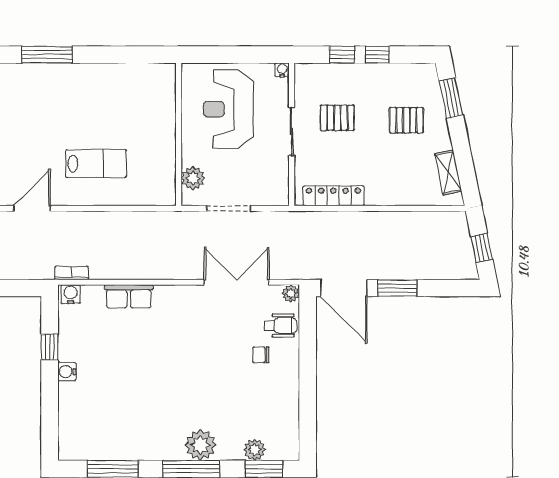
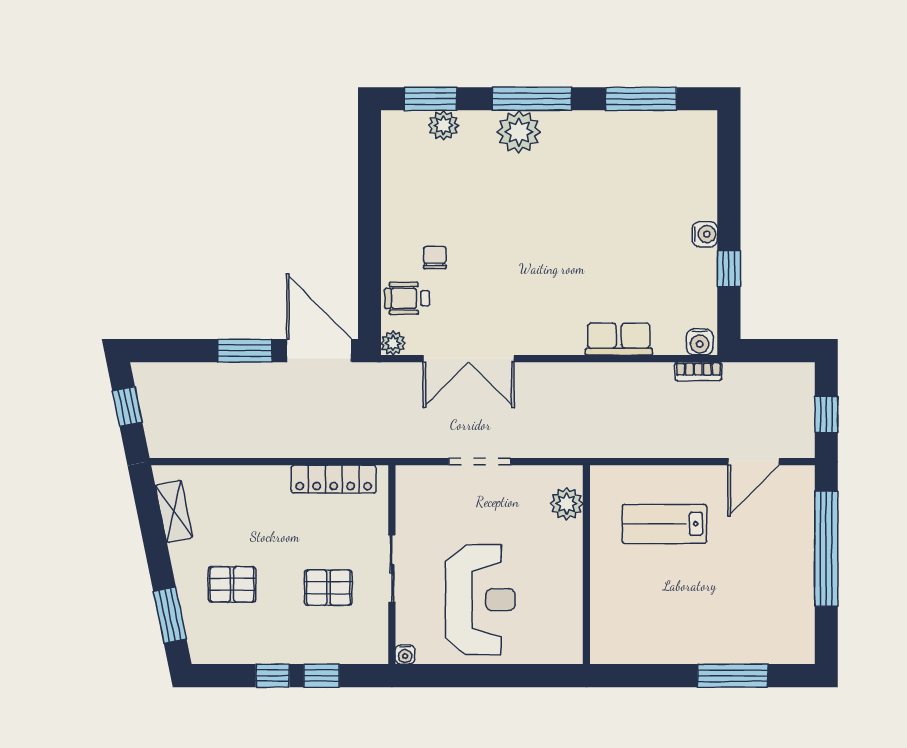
wall: (179, 134) -> (586, 565), moved
plant: (193, 178) -> (567, 504), moved
chair: (261, 355) -> (435, 258), turned -90

